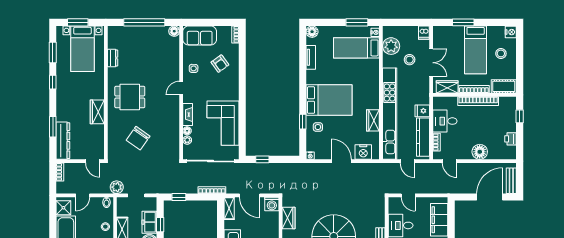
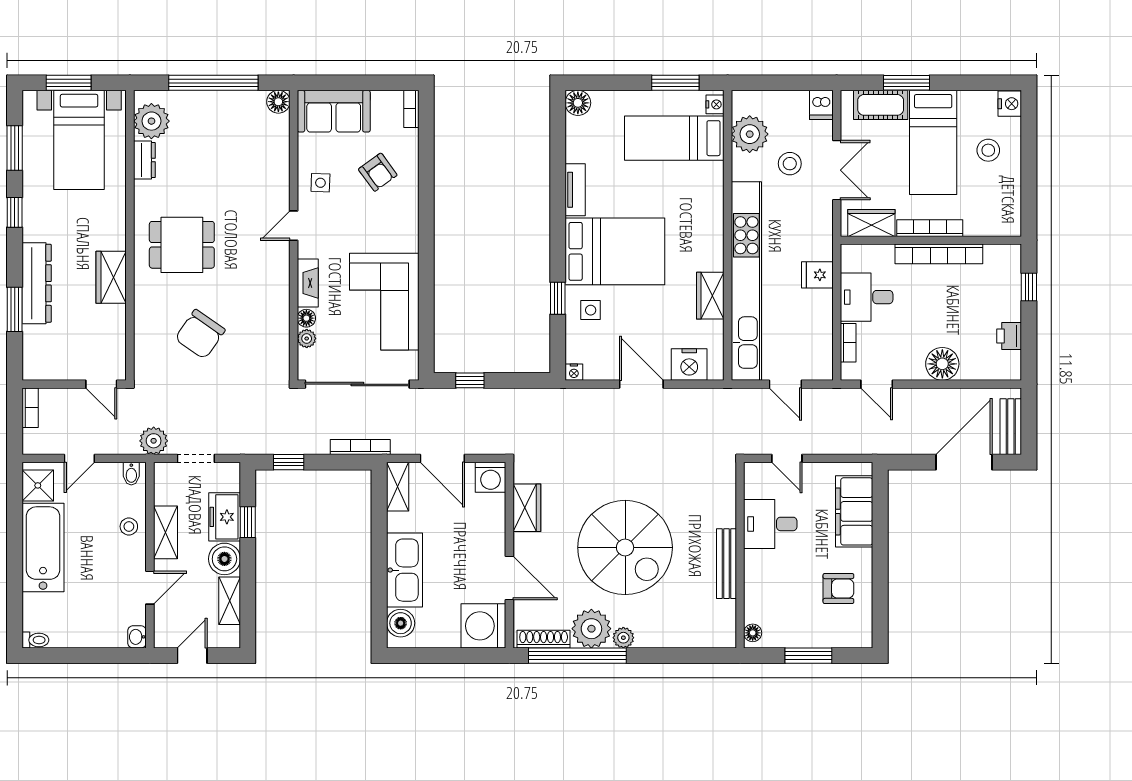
plant: (116, 40) -> (151, 121), added
tv unit: (311, 57) -> (575, 190), moved
cot: (504, 86) -> (881, 105), moved
kitchen counter: (423, 137) -> (819, 332), removed
dresser: (63, 141) -> (37, 283), moved

